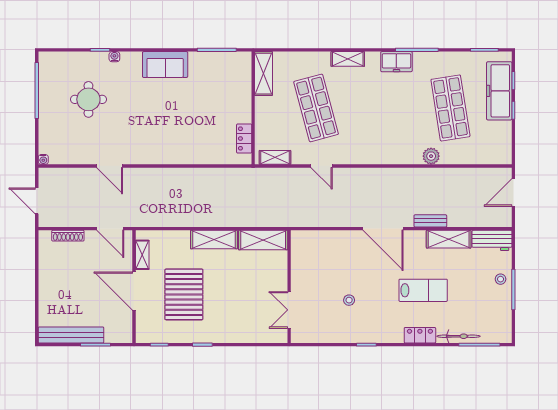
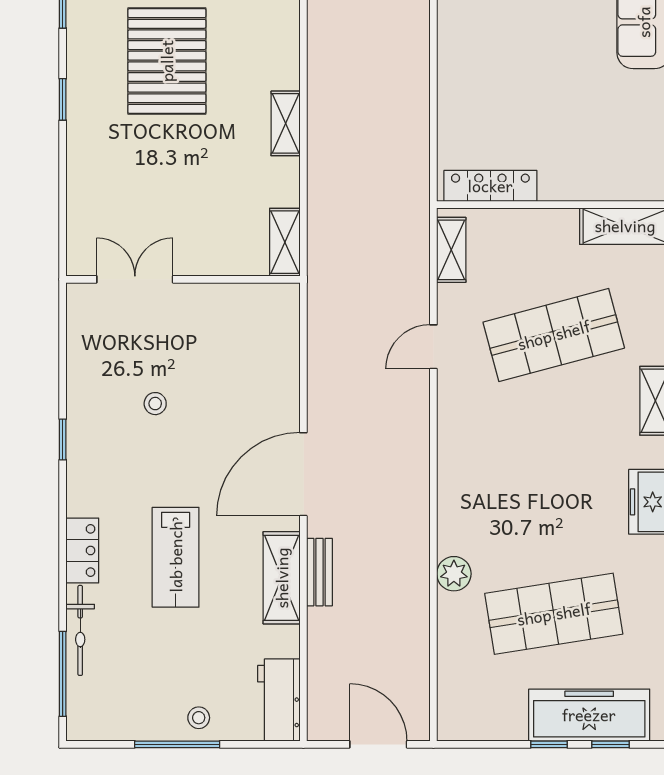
locker: (244, 138) -> (490, 186), width x1.53
shelving: (449, 239) -> (282, 578), moved
shelving: (214, 240) -> (286, 123), width x0.67, depth x0.75
shelving: (263, 240) -> (285, 242), width x0.67, depth x0.75
pallet: (184, 294) -> (167, 61), turned 90

